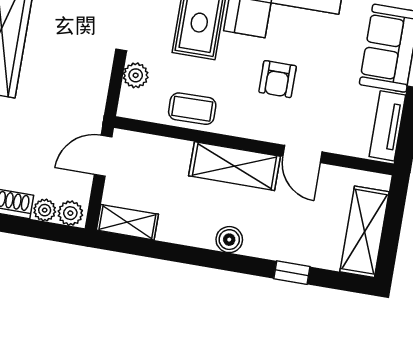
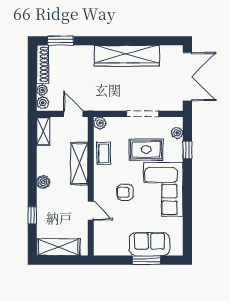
plant: (136, 75) -> (100, 123), moved
tv unit: (387, 126) -> (112, 249), removed
door: (302, 154) -> (91, 211), swing flipped
shelving: (235, 166) -> (79, 163), moved

